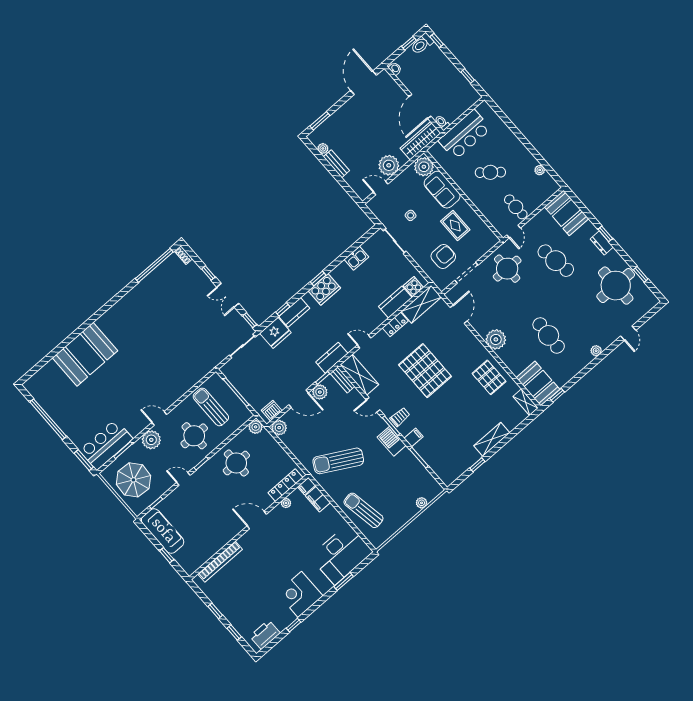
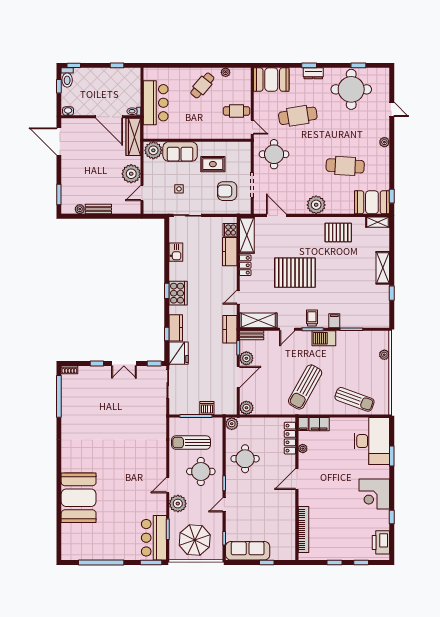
cafe table: (490, 172) -> (202, 85), moved
armchair: (443, 256) -> (227, 191), turned -90
dishwasher: (272, 411) -> (207, 408), moved, turned 90
sun lounger: (363, 510) -> (354, 399), turned -150

